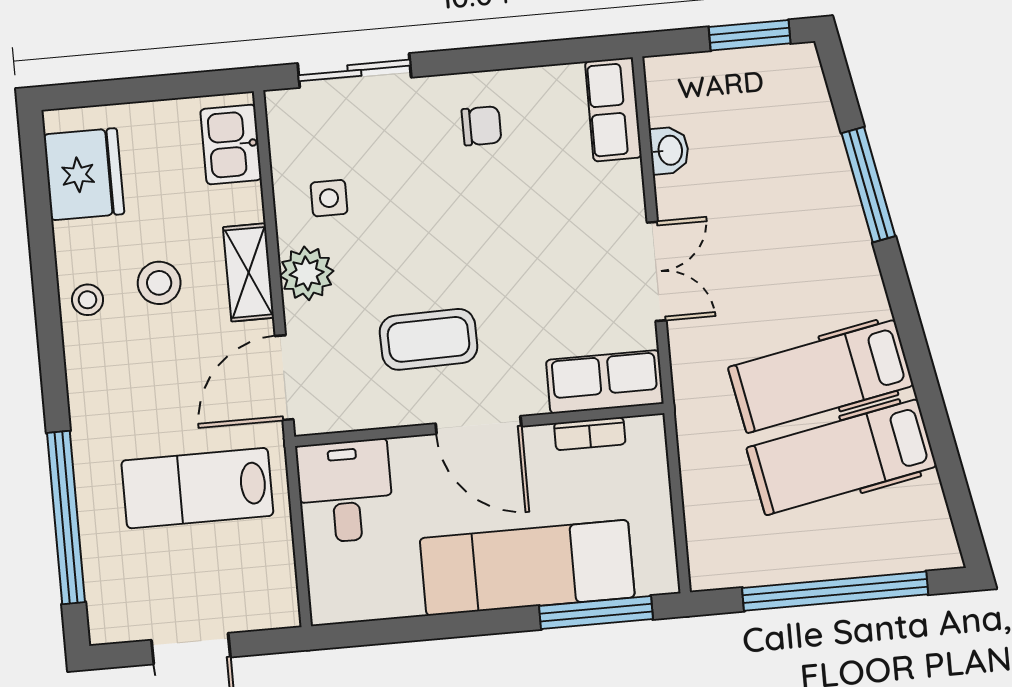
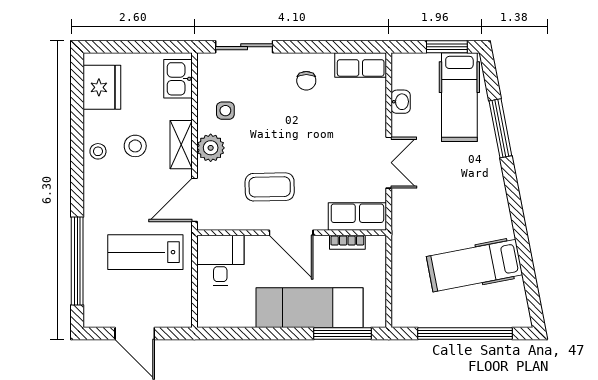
row of seats: (613, 110) -> (361, 65), moved, turned -90
chair: (481, 126) -> (306, 81), turned 90
hospital bed: (821, 376) -> (459, 97), moved, turned -79

